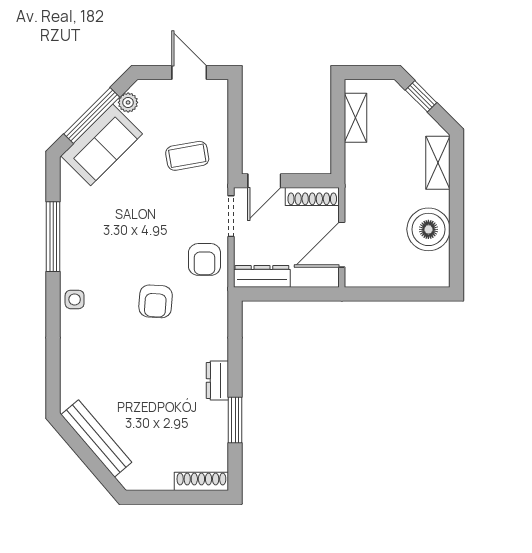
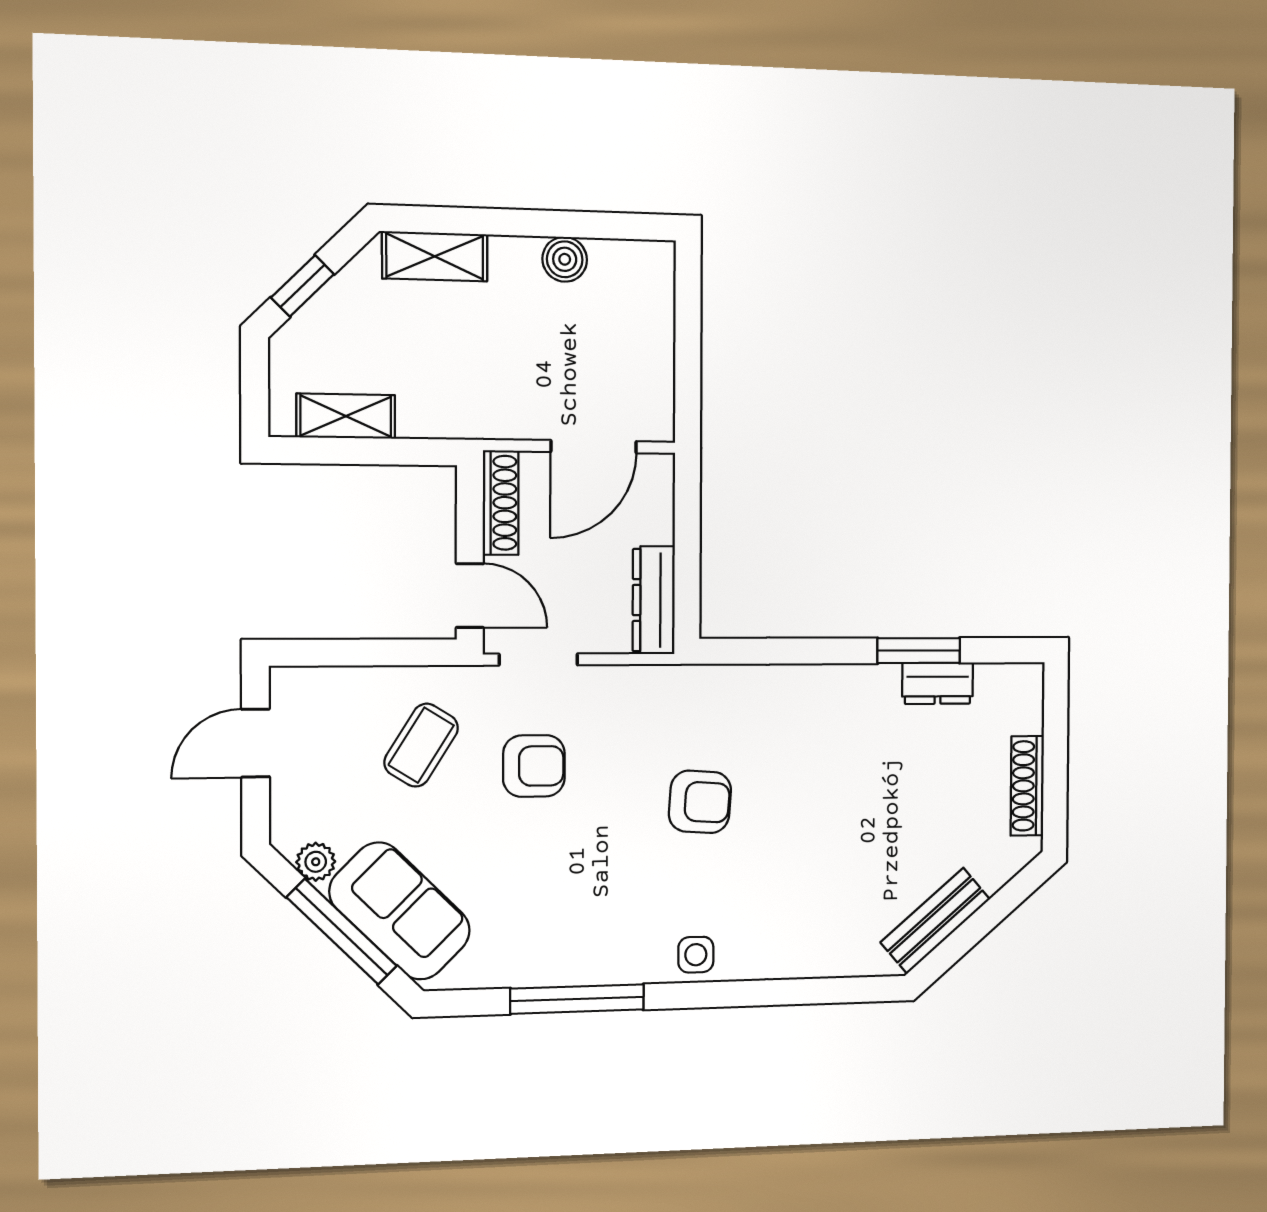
coffee table: (187, 156) -> (421, 745), turned 42
boiler: (428, 229) -> (565, 259), width x0.54, depth x0.54
door: (342, 245) -> (594, 447), hinge flipped
armchair: (204, 259) -> (534, 766), moved
dresser: (217, 380) -> (938, 683), moved
bench: (96, 439) -> (935, 921), width x0.73
shoe rack: (201, 481) -> (1027, 786), moved

